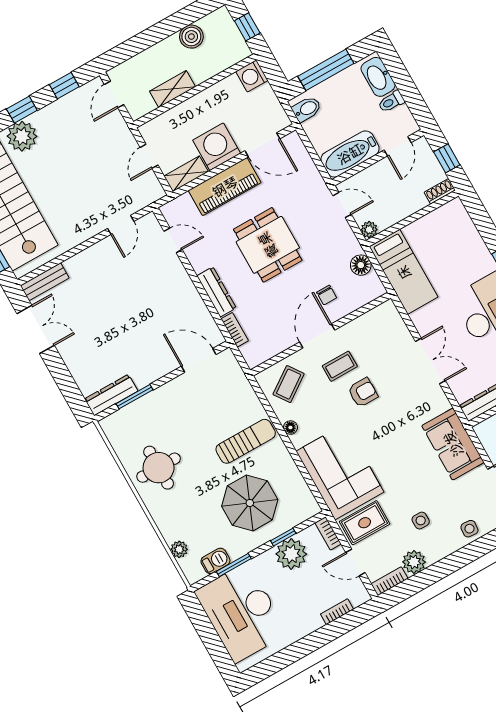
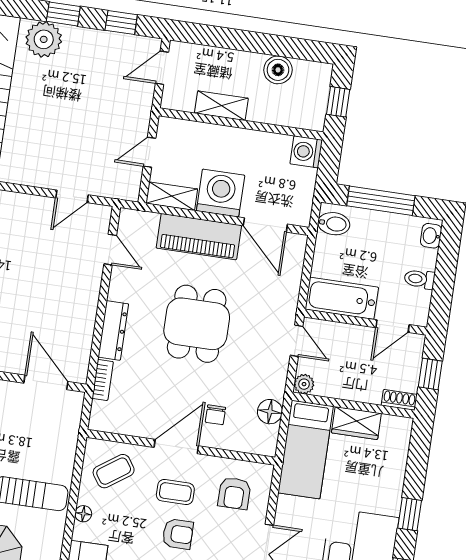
washbasin: (378, 77) -> (431, 236), width x0.52, depth x0.69
wardrobe: (423, 228) -> (356, 423), added
armchair: (379, 337) -> (234, 493), added

